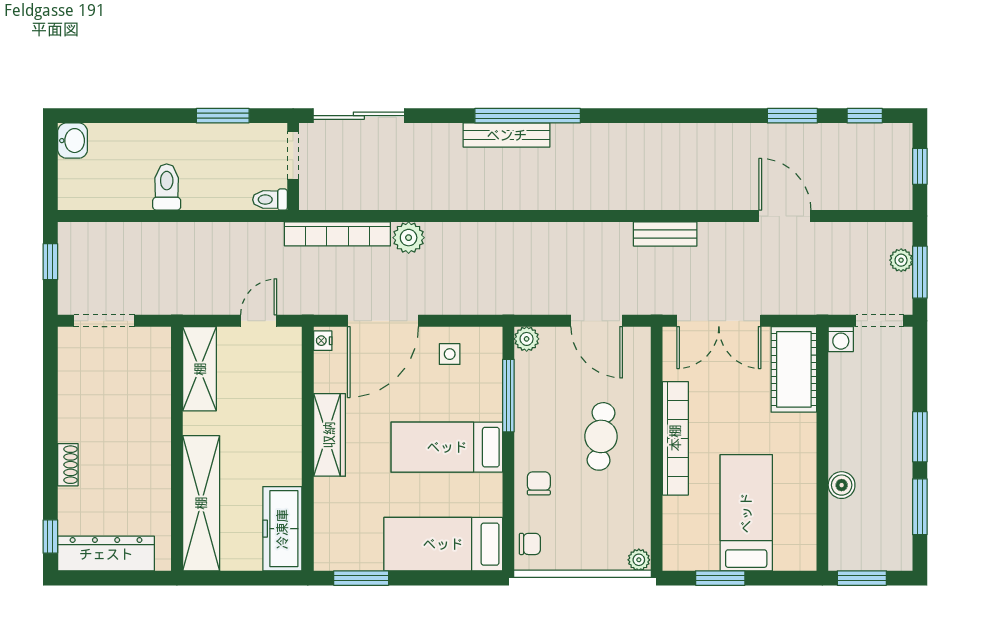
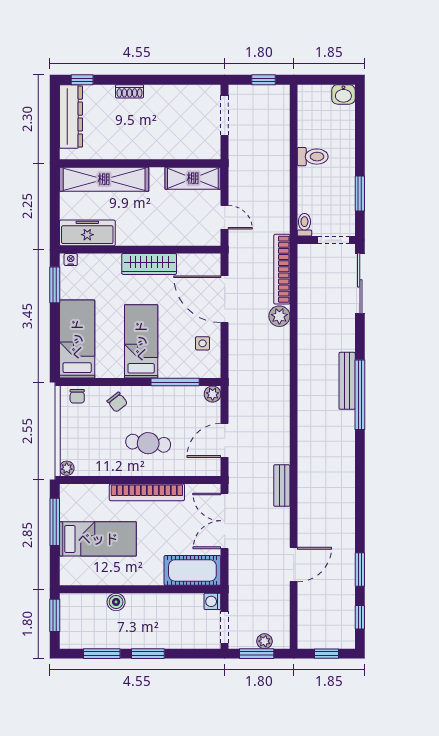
nightstand: (323, 341) -> (71, 260), moved
chair: (539, 483) -> (117, 402), turned 52
window: (720, 578) -> (55, 522), width x1.44

